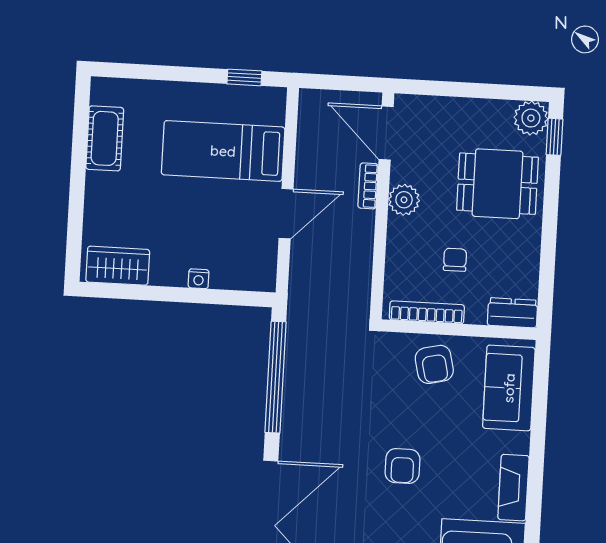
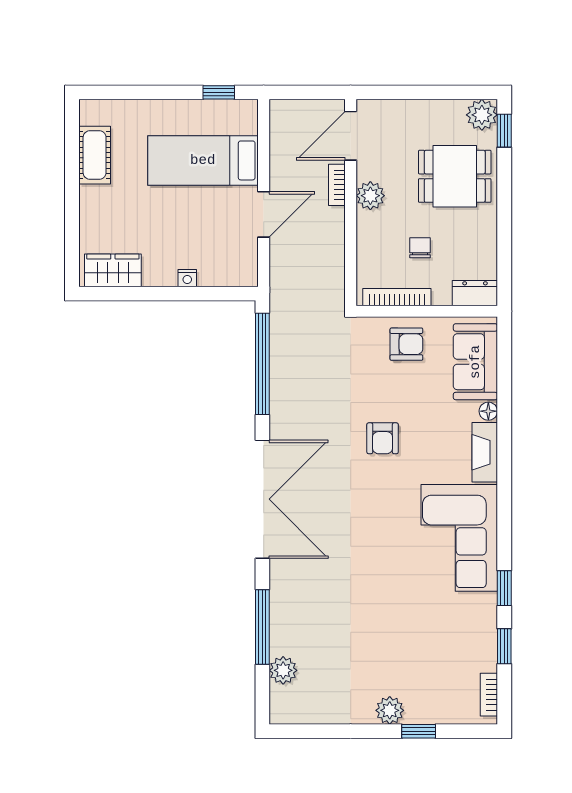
door: (386, 133) -> (351, 136), hinge flipped
armchair: (434, 364) -> (406, 344), turned -77
floor lamp: (520, 443) -> (488, 411), added

